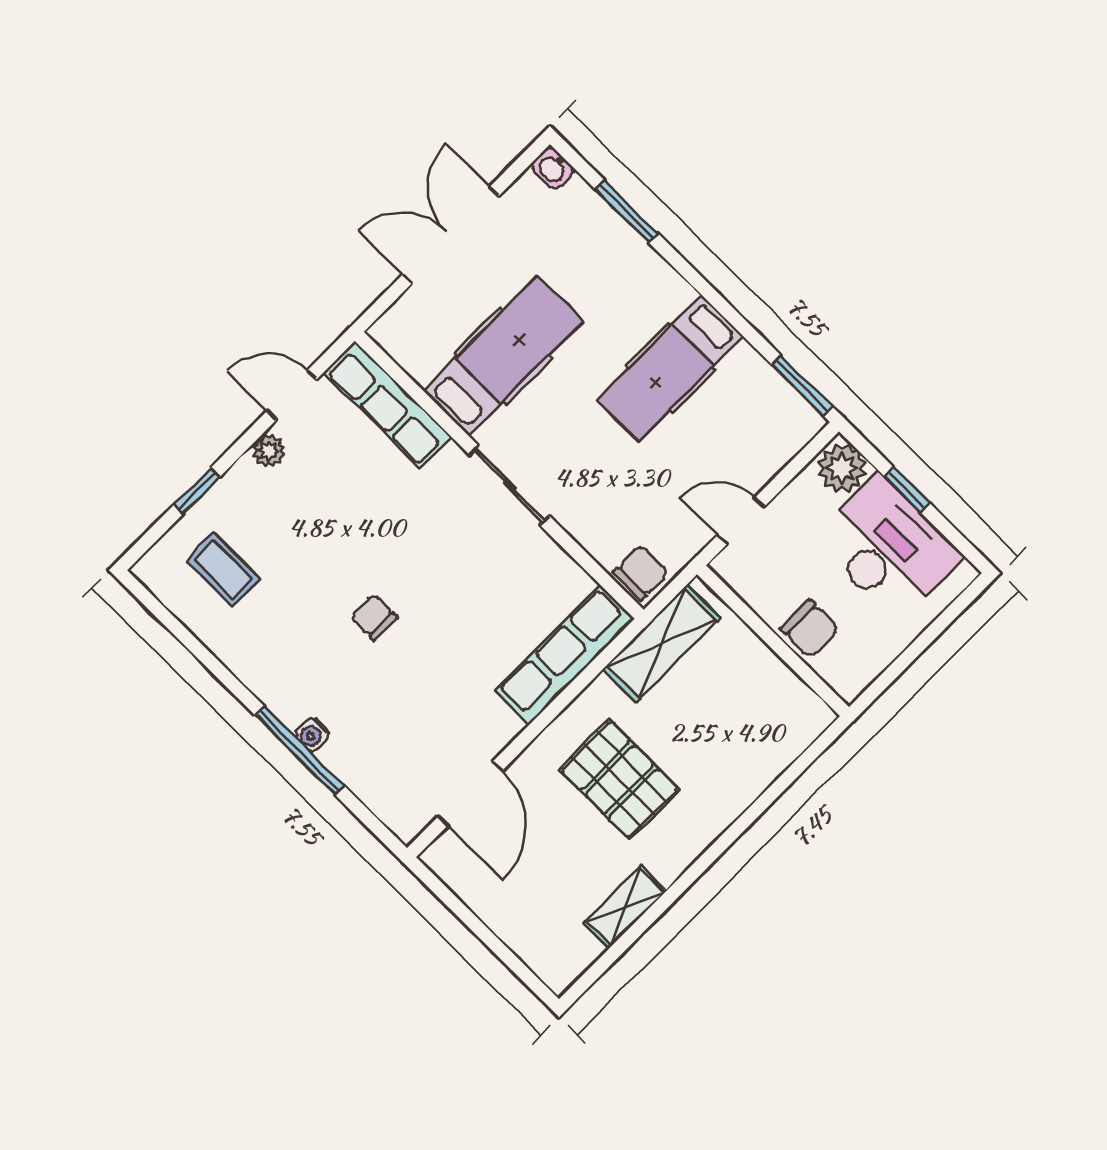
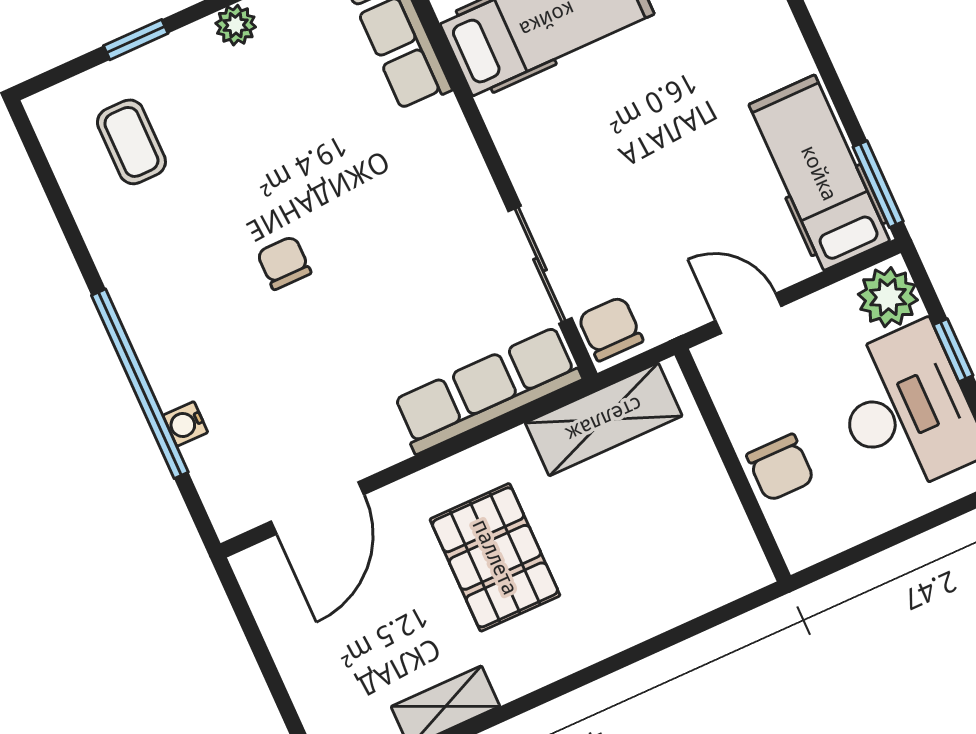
hospital bed: (670, 368) -> (819, 173), moved, turned 90
sliding door: (509, 485) -> (540, 265), moved
chair: (641, 573) -> (610, 329), turned -90
water cooler: (312, 734) -> (185, 424), moved
window: (300, 751) -> (140, 384), width x1.46

